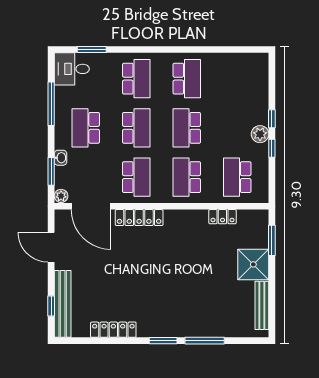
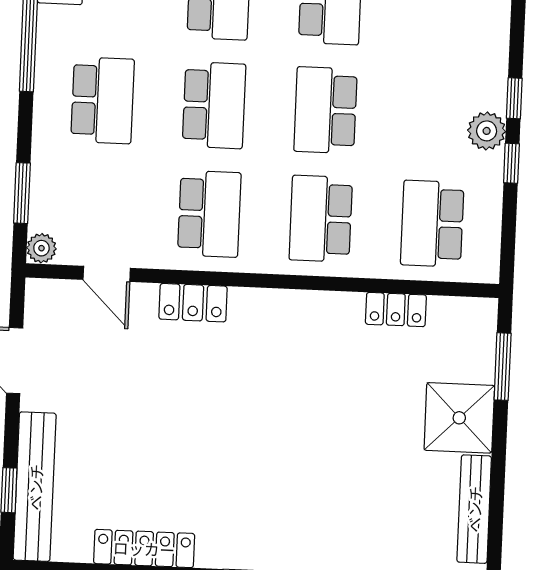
school desk: (86, 128) -> (103, 100), turned 180
washbasin: (60, 158) -> (44, 164), removed
door: (91, 206) -> (107, 274), width x0.53
locker: (139, 218) -> (193, 303), width x0.66

